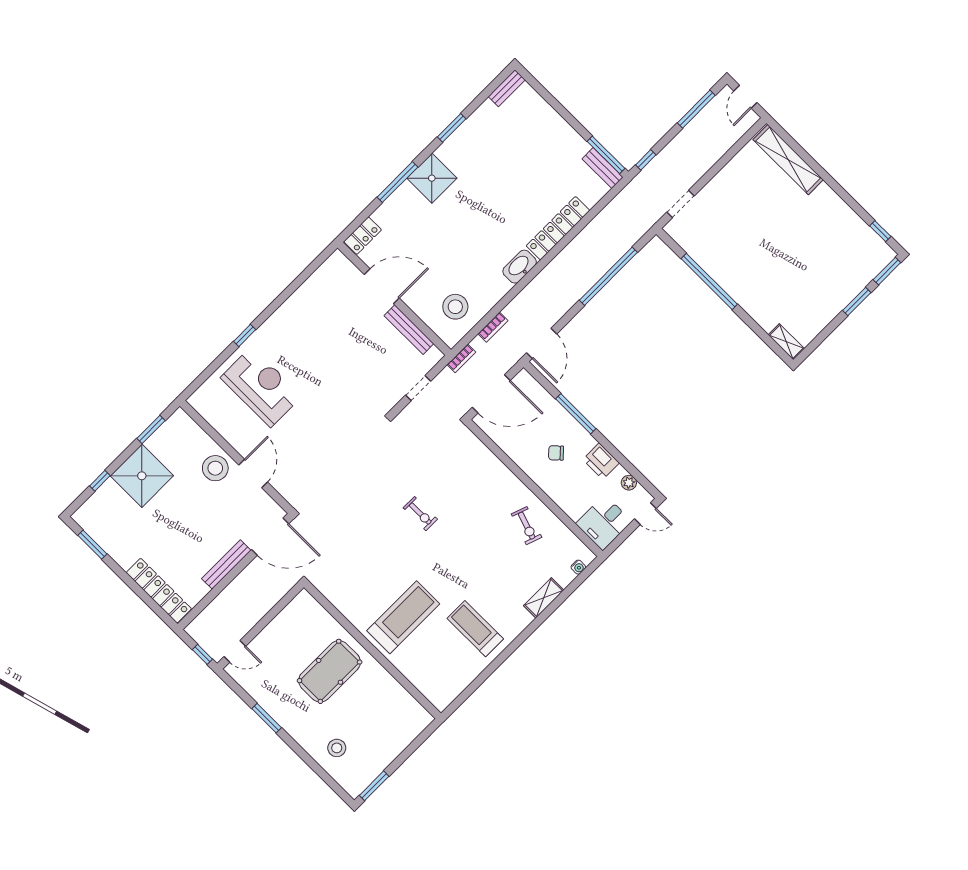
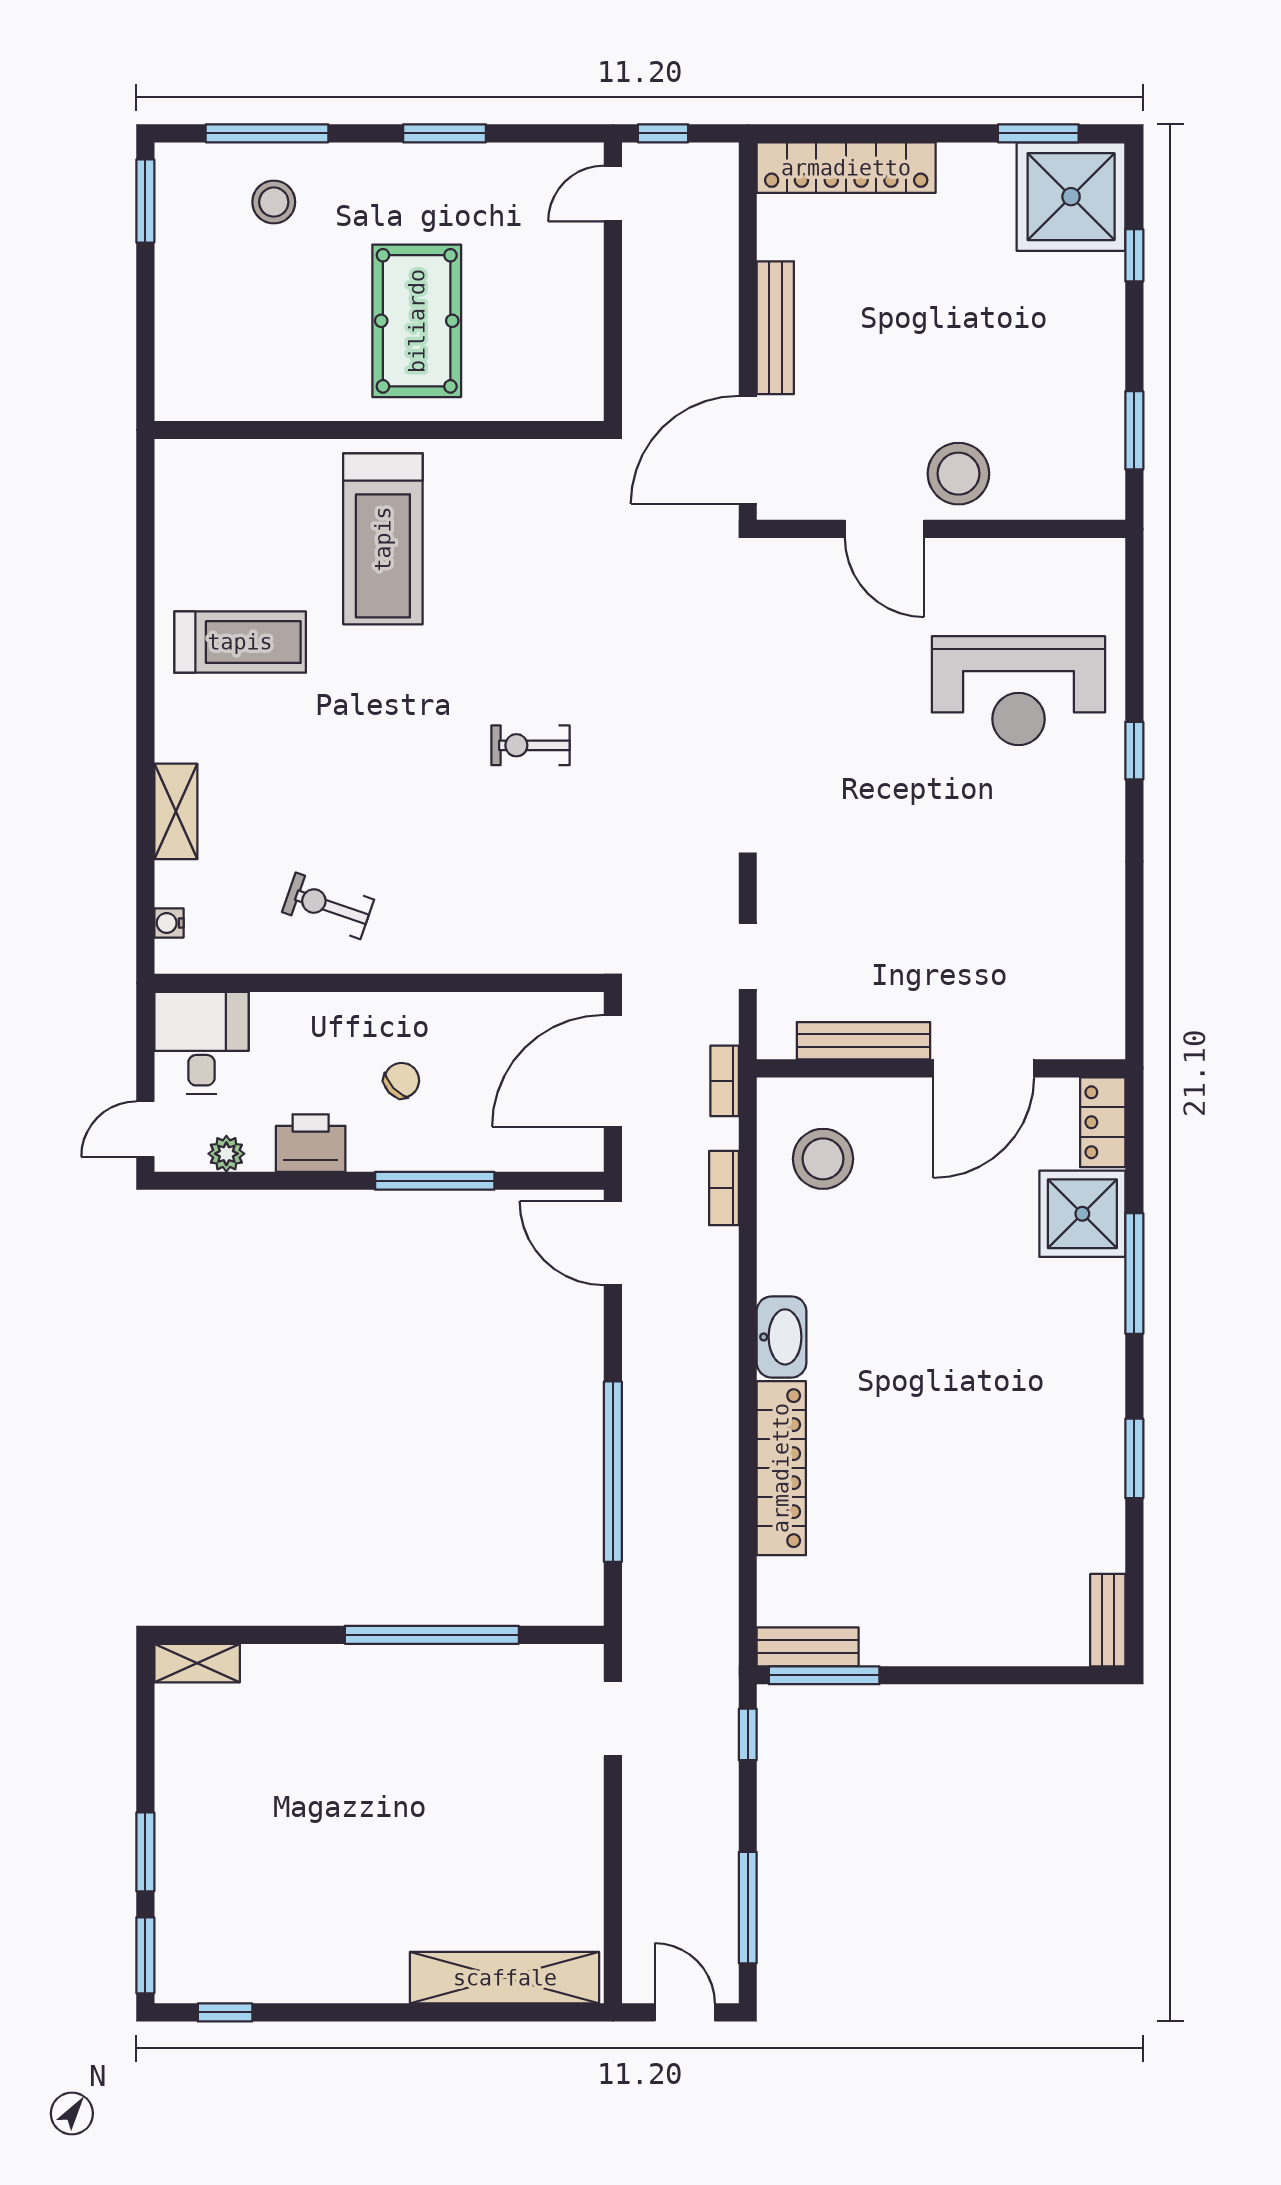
shower: (432, 178) -> (1082, 1214), moved
shower: (142, 476) -> (1071, 197), moved
window: (319, 770) -> (267, 133), added

